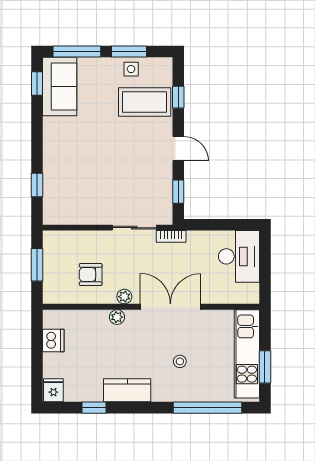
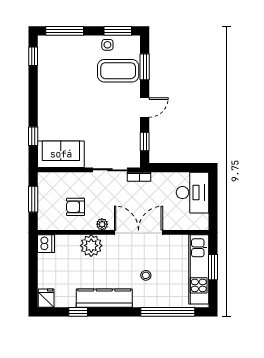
window: (129, 51) -> (118, 31), moved
sofa: (60, 87) -> (61, 154), moved, turned -90
window: (178, 97) -> (145, 67), width x1.50
door: (178, 149) -> (145, 108), hinge flipped
plant: (117, 317) -> (91, 246), width x1.88, depth x1.88
dishwasher: (53, 340) -> (46, 244), moved
window: (265, 367) -> (213, 267), moved
kitchen counter: (127, 390) -> (104, 298), width x1.50

